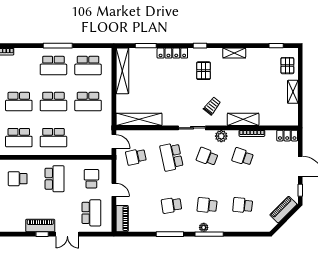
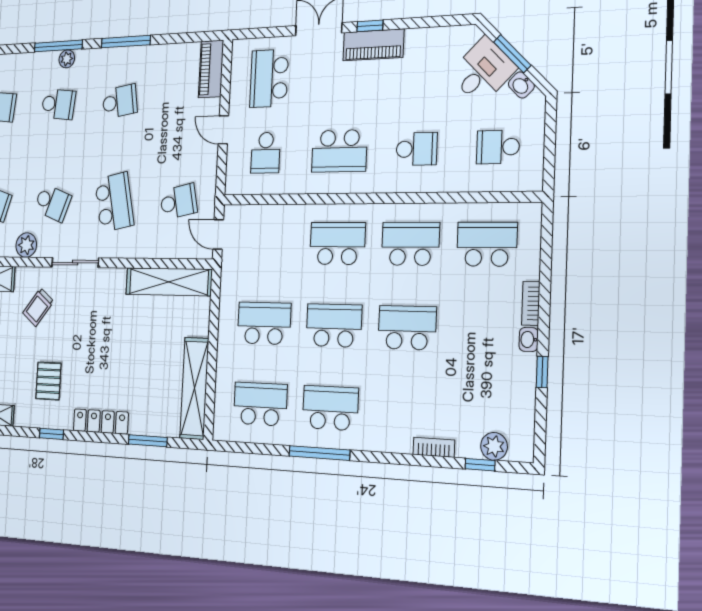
school desk: (55, 179) -> (339, 151), turned -90

